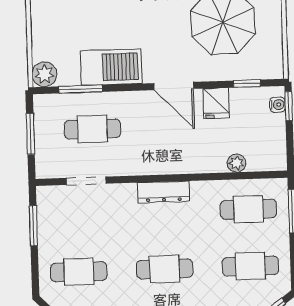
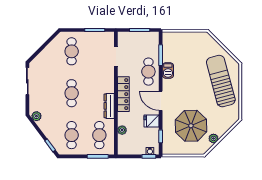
barbecue: (111, 67) -> (168, 70), width x0.53, depth x0.65
plant: (44, 74) -> (168, 38), removed
door: (174, 86) -> (161, 101), hinge flipped
cafe table: (92, 129) -> (148, 72), moved
locker: (163, 163) -> (123, 94), added
dresser: (164, 192) -> (109, 106), moved

